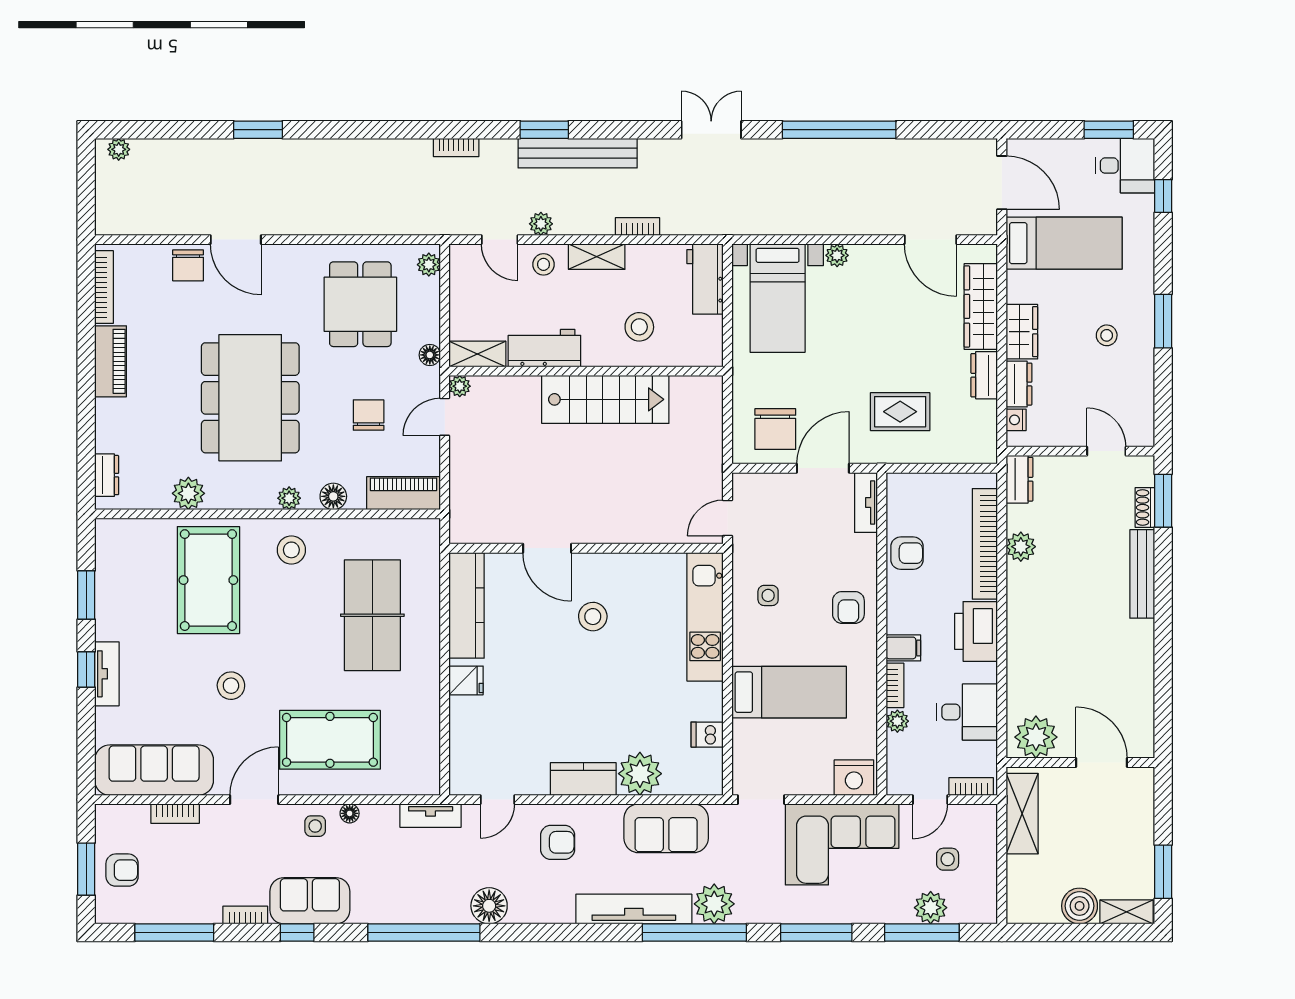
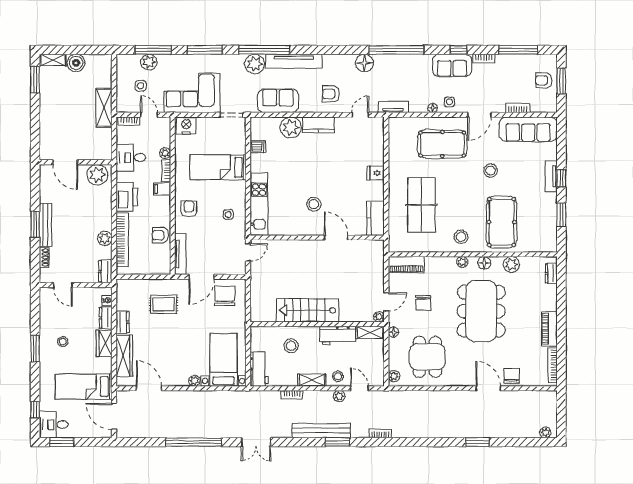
floor lamp: (333, 496) -> (484, 263), moved
window: (1163, 501) -> (35, 224), moved
tv unit: (866, 502) -> (180, 254), width x1.41
kitchen counter: (467, 605) -> (375, 218), width x0.67
plant: (1036, 737) -> (97, 175), moved
wall: (1080, 763) -> (76, 162), moved
door: (1102, 763) -> (65, 162), moved
door: (930, 800) -> (149, 115), hinge flipped

